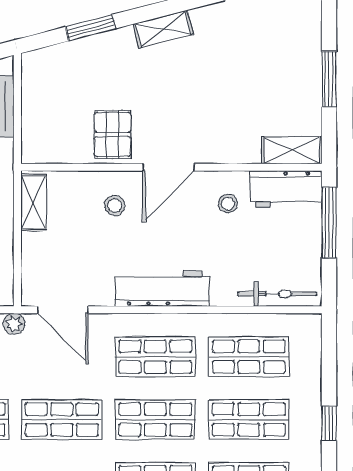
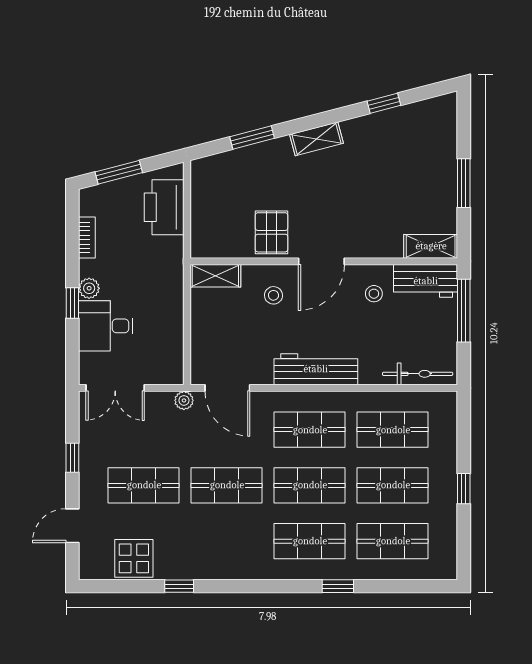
shelving: (34, 202) -> (215, 276), moved, turned 90

